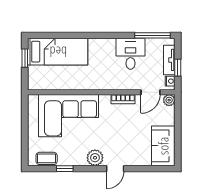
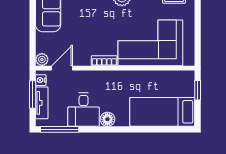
floor lamp: (108, 45) -> (107, 119), added
window: (25, 58) -> (198, 90), moved
window: (178, 68) -> (33, 95), width x1.50
bookcase: (123, 99) -> (104, 61), moved

